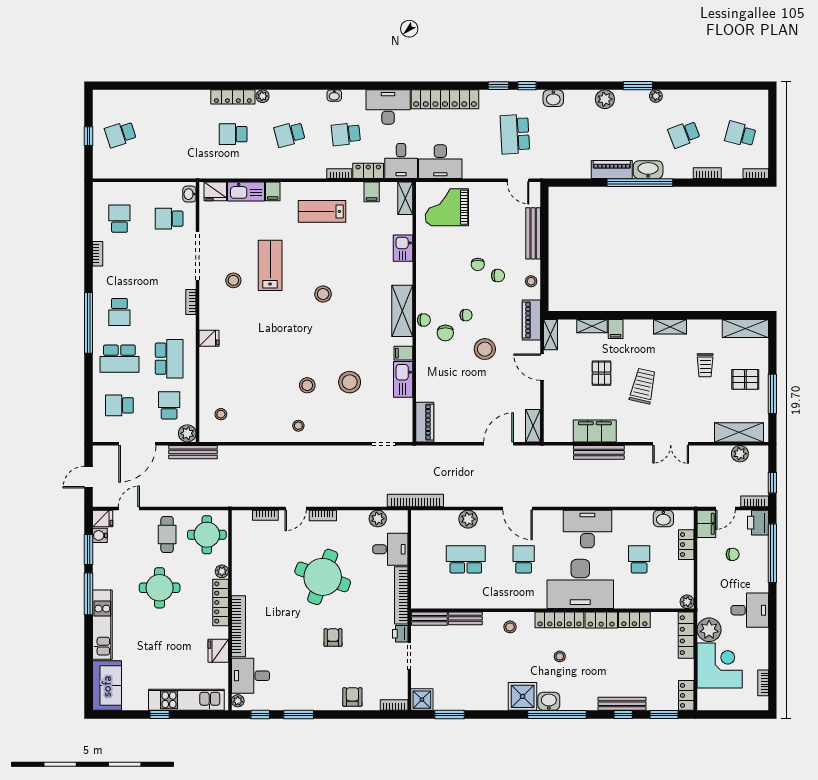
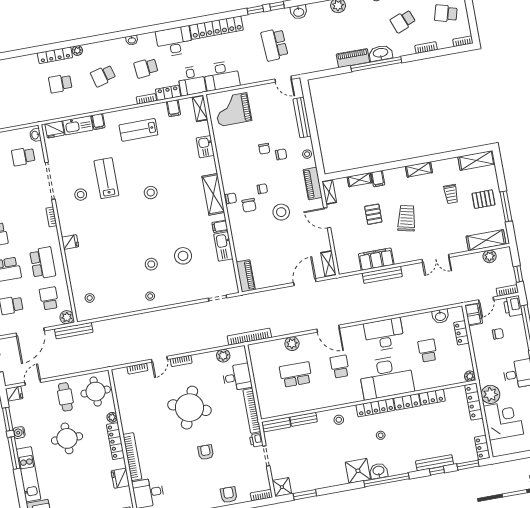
water cooler: (100, 535) -> (19, 433), moved

